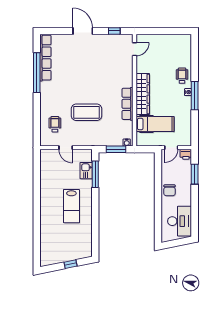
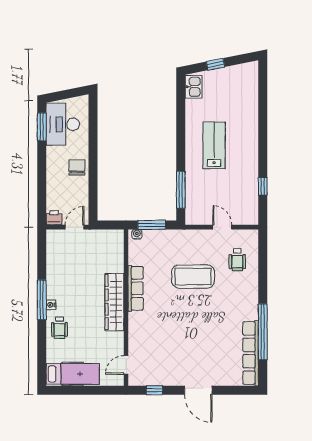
hospital bed: (155, 124) -> (73, 374), moved, turned 180
kitchen sink: (86, 171) -> (194, 87), moved
window: (195, 174) -> (42, 127), moved
window: (37, 177) -> (263, 186), added

